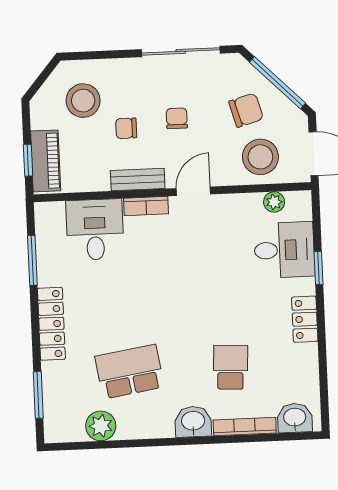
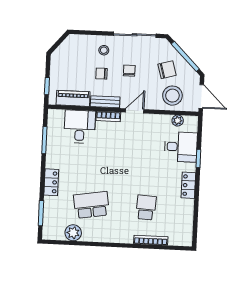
stool: (83, 101) -> (104, 50), moved, width x0.53, depth x0.53
piano: (46, 161) -> (73, 98), moved, turned -90
locker: (51, 324) -> (51, 182), width x0.66
washbasin: (295, 418) -> (178, 238), removed
washbasin: (193, 422) -> (123, 235), removed

